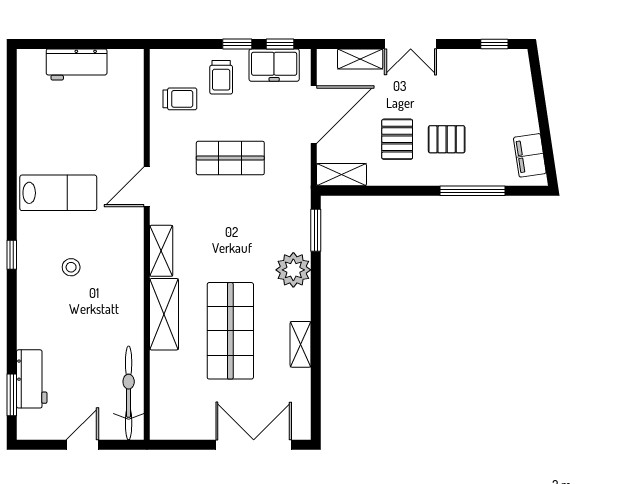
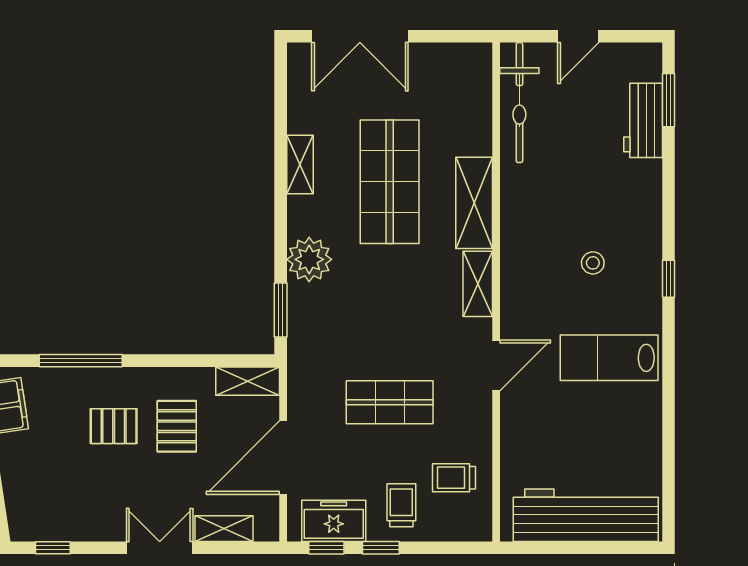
workbench: (77, 64) -> (586, 515), width x1.88, depth x1.32

